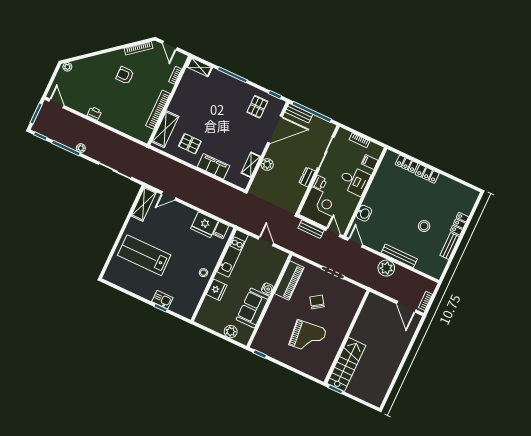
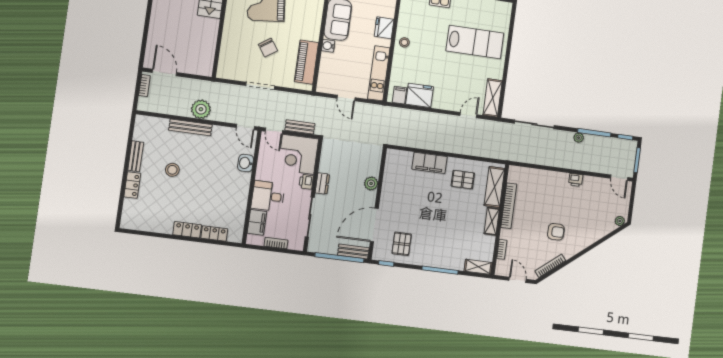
filing cabinet: (370, 162) -> (257, 222), width x2.00
shelving: (251, 165) -> (492, 221), moved

